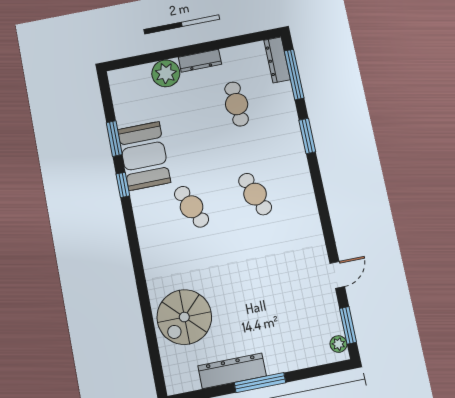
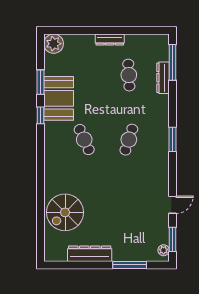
dresser: (277, 60) -> (163, 78), moved
plant: (166, 73) -> (54, 44), moved
window: (307, 136) -> (173, 139), moved
cafe table: (255, 194) -> (129, 140), turned 39
window: (260, 383) -> (130, 265), moved

